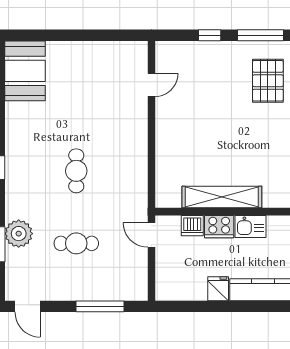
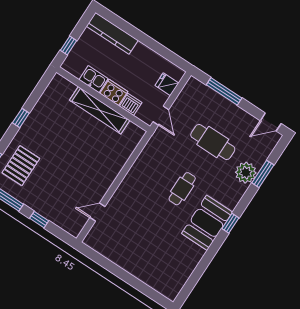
booth: (25, 71) -> (207, 223), moved
cafe table: (76, 243) -> (213, 142), width x1.37, depth x1.35
fridge: (218, 289) -> (167, 84), moved, turned 90
door: (28, 306) -> (271, 122), swing flipped

